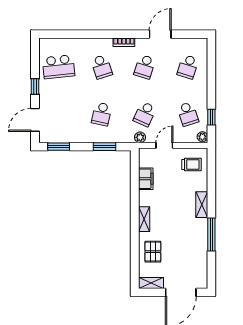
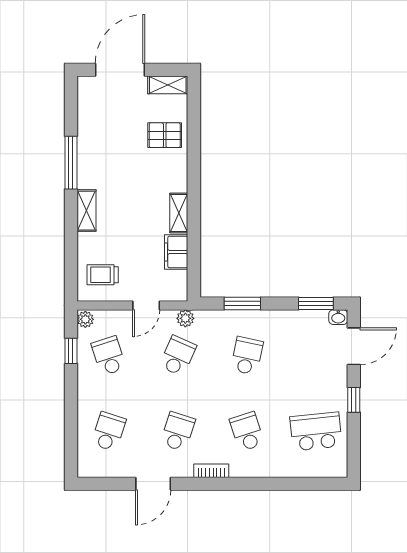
washbasin: (45, 138) -> (338, 317), added
shelving: (144, 219) -> (179, 213), moved
pallet: (153, 252) -> (165, 135), turned 90

